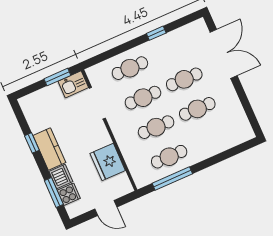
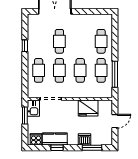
cafe table: (197, 109) -> (101, 41), moved
kitchen counter: (49, 149) -> (55, 139), moved
cooker: (69, 194) -> (36, 139), moved

